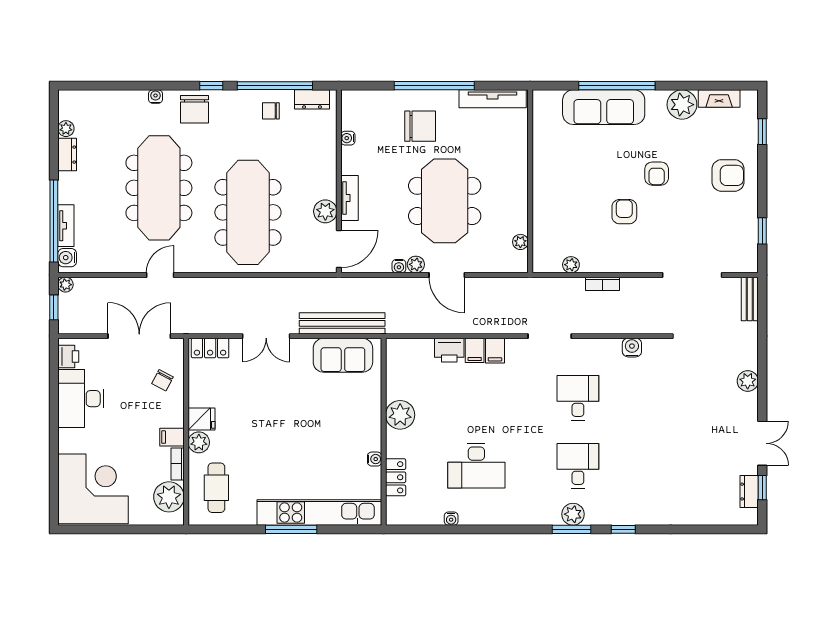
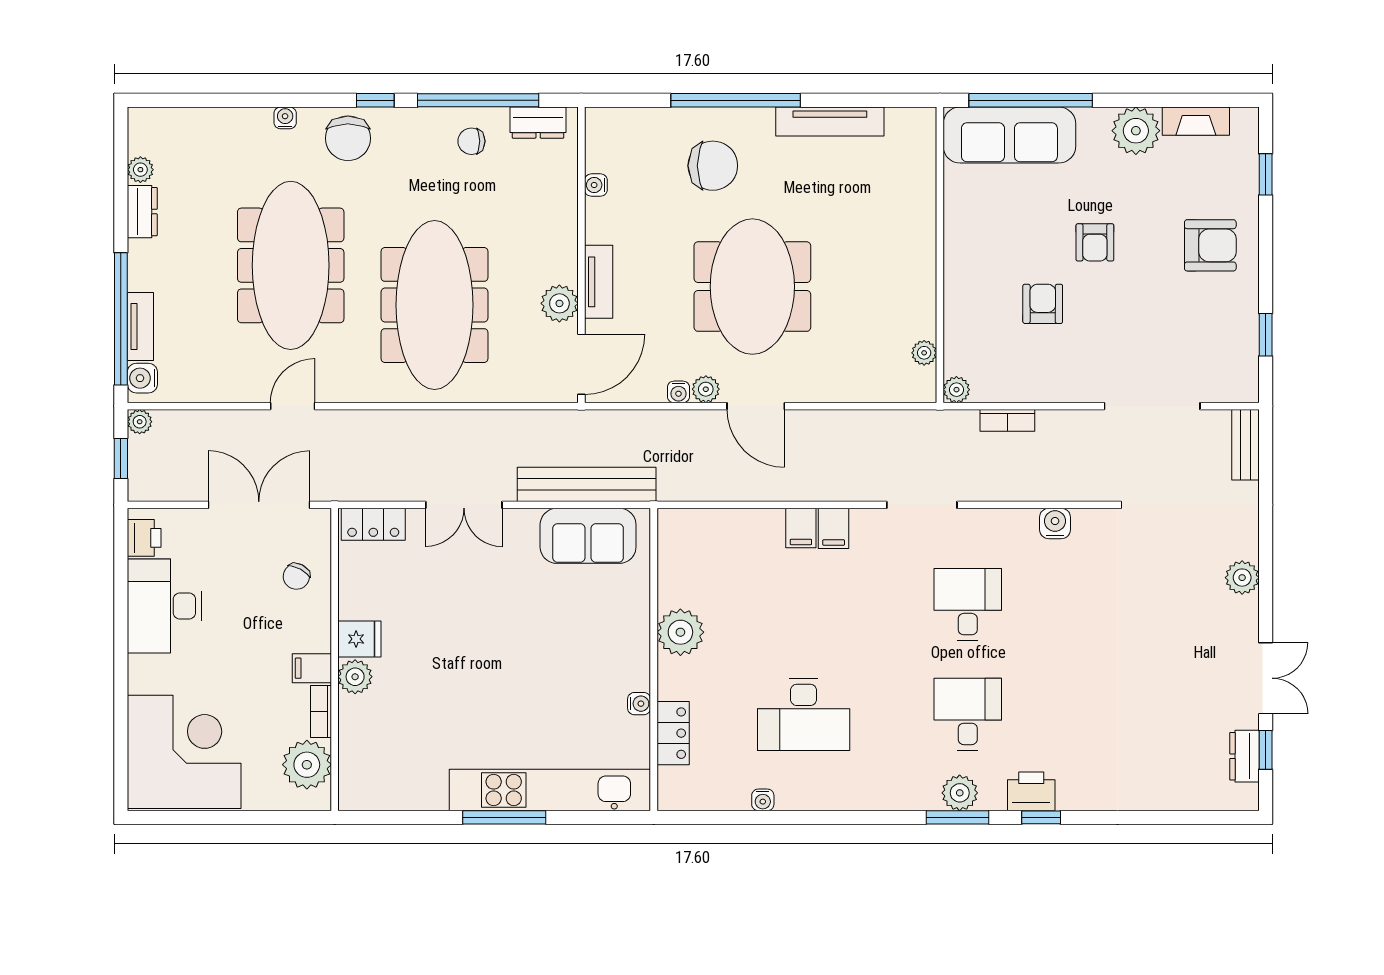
wall: (530, 181) -> (940, 255), moved
plant: (520, 242) -> (924, 353), moved
printer: (449, 350) -> (1031, 791), moved, turned 180
cafe table: (216, 488) -> (384, 750), removed

